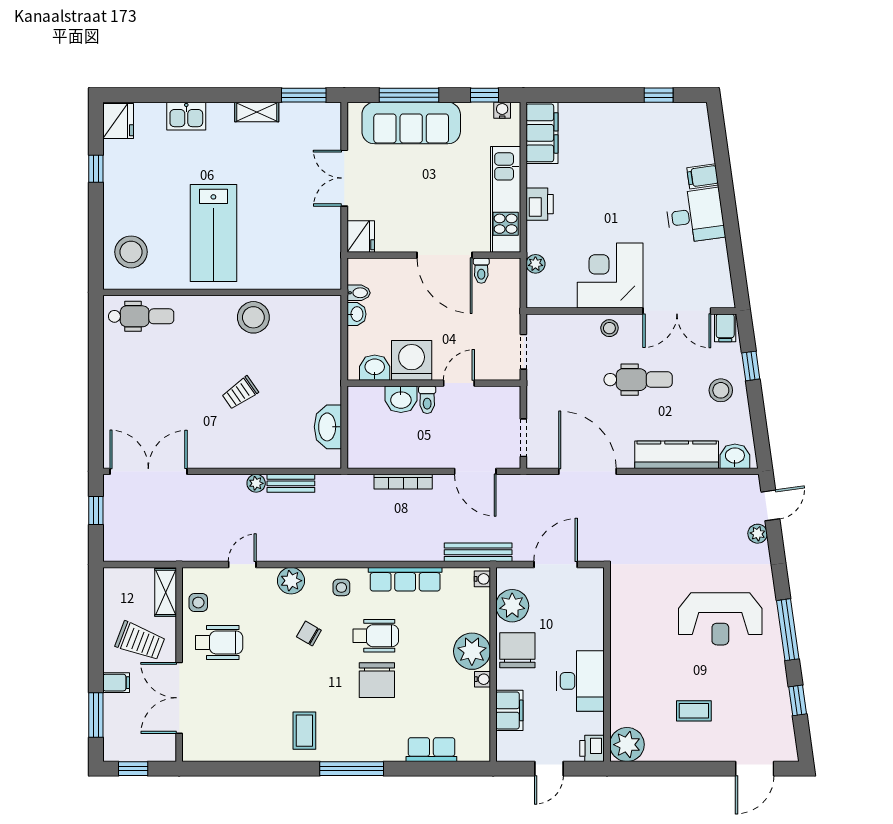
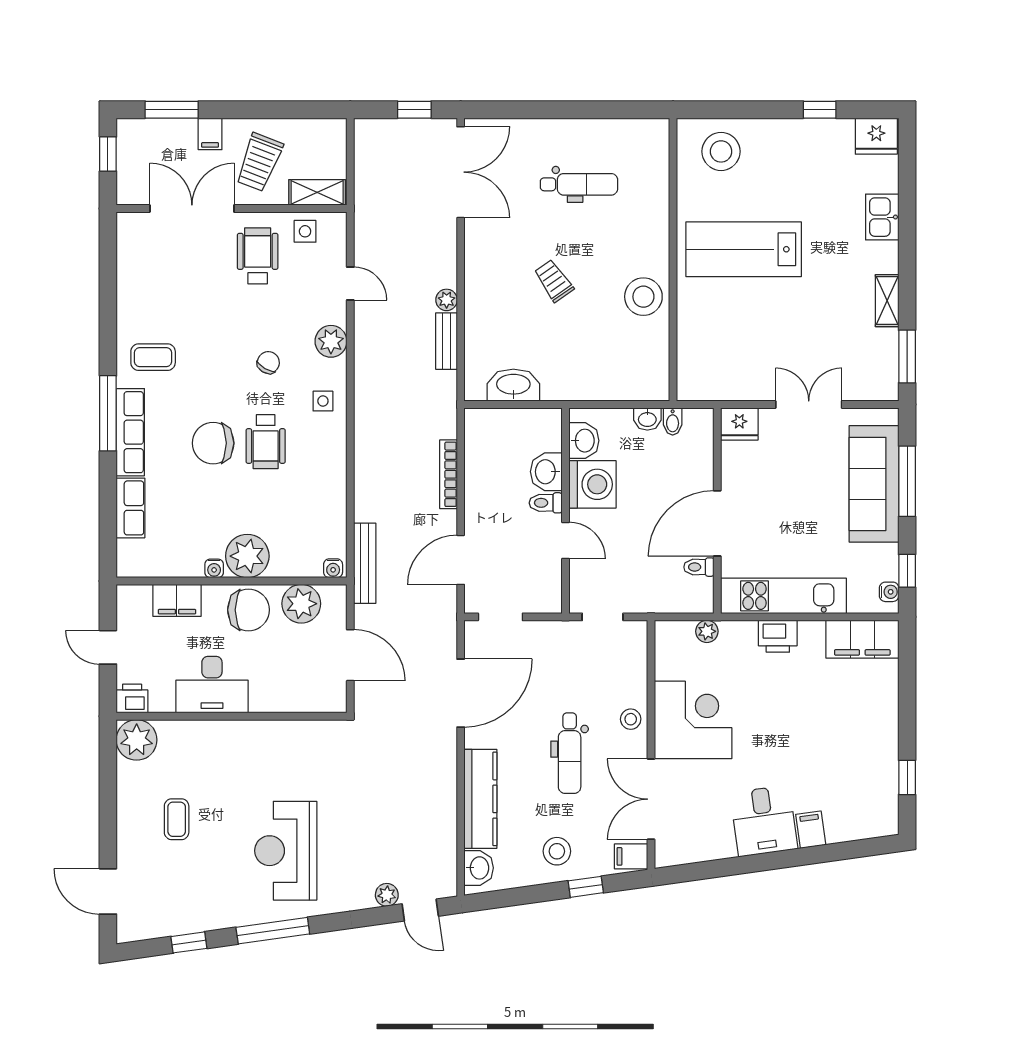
dental chair: (141, 316) -> (579, 184), moved, turned -90
row of seats: (405, 579) -> (130, 432), moved, turned 180
wheelchair: (219, 642) -> (258, 256), turned 180

